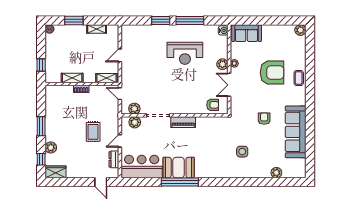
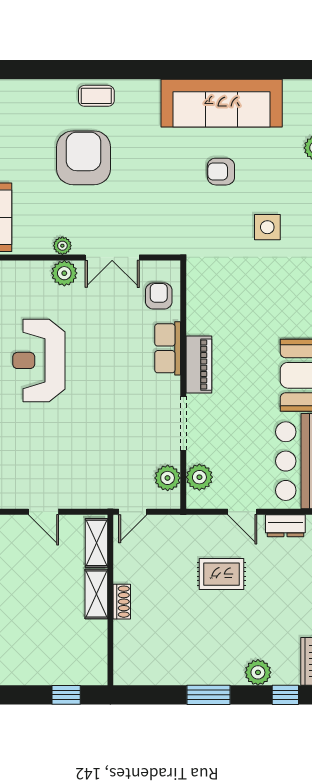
reception desk: (185, 53) -> (39, 360), turned 180
shelving: (72, 78) -> (96, 594), moved
row of seats: (190, 109) -> (168, 348), added
armchair: (264, 119) -> (221, 172), moved

